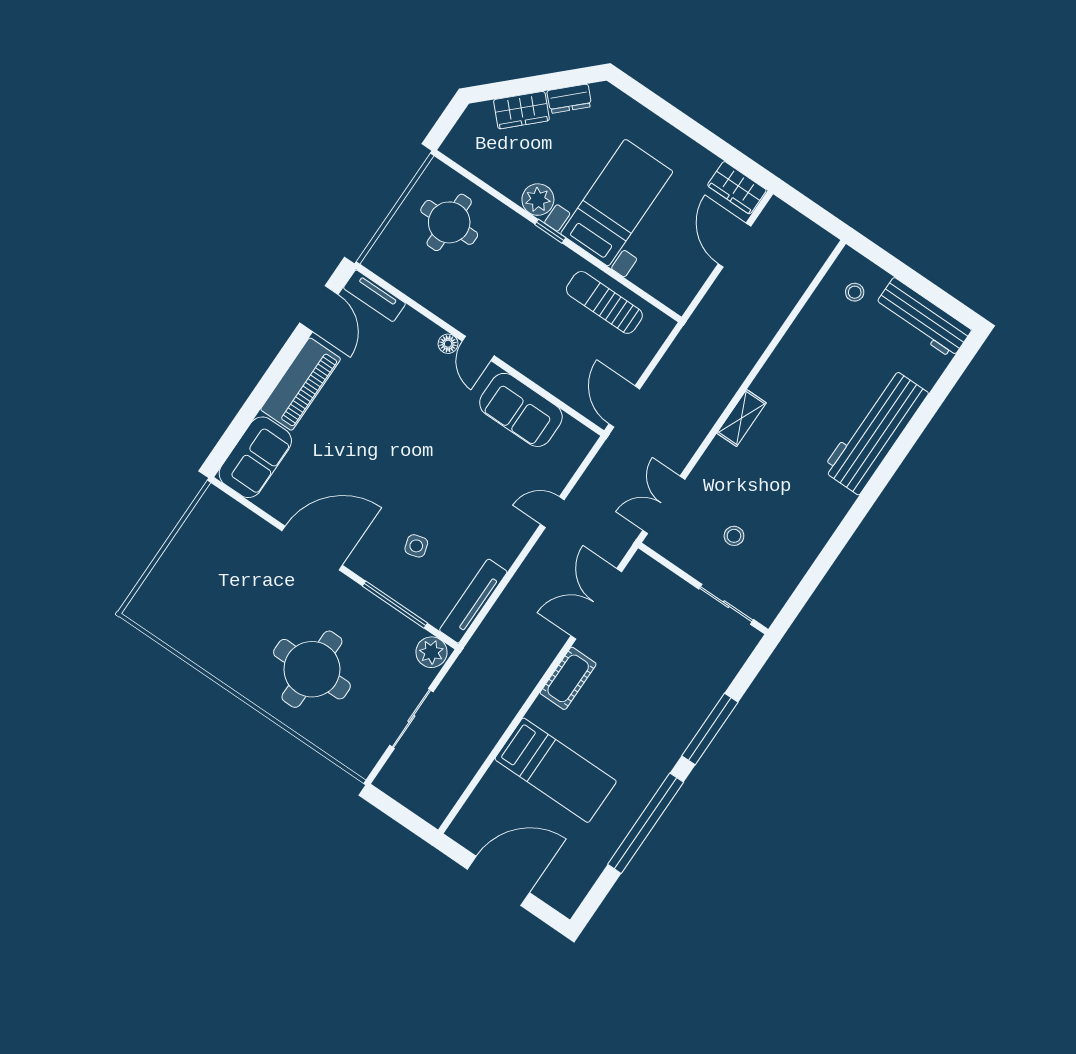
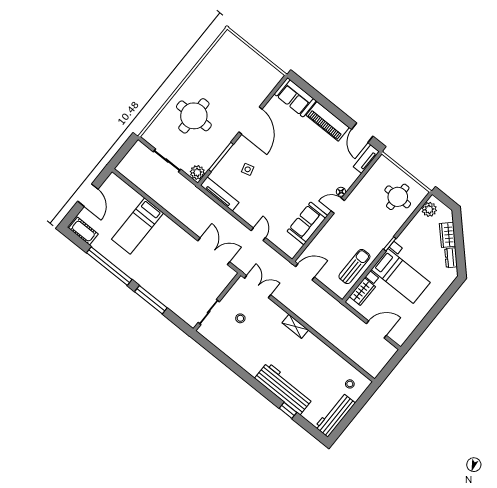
wardrobe: (737, 188) -> (362, 292), moved, turned 180
plant: (538, 200) -> (429, 209), moved
door: (319, 309) -> (362, 133), hinge flipped
window: (921, 419) -> (288, 410), added
cot: (568, 678) -> (83, 231), moved
door: (498, 881) -> (88, 195), width x0.73

